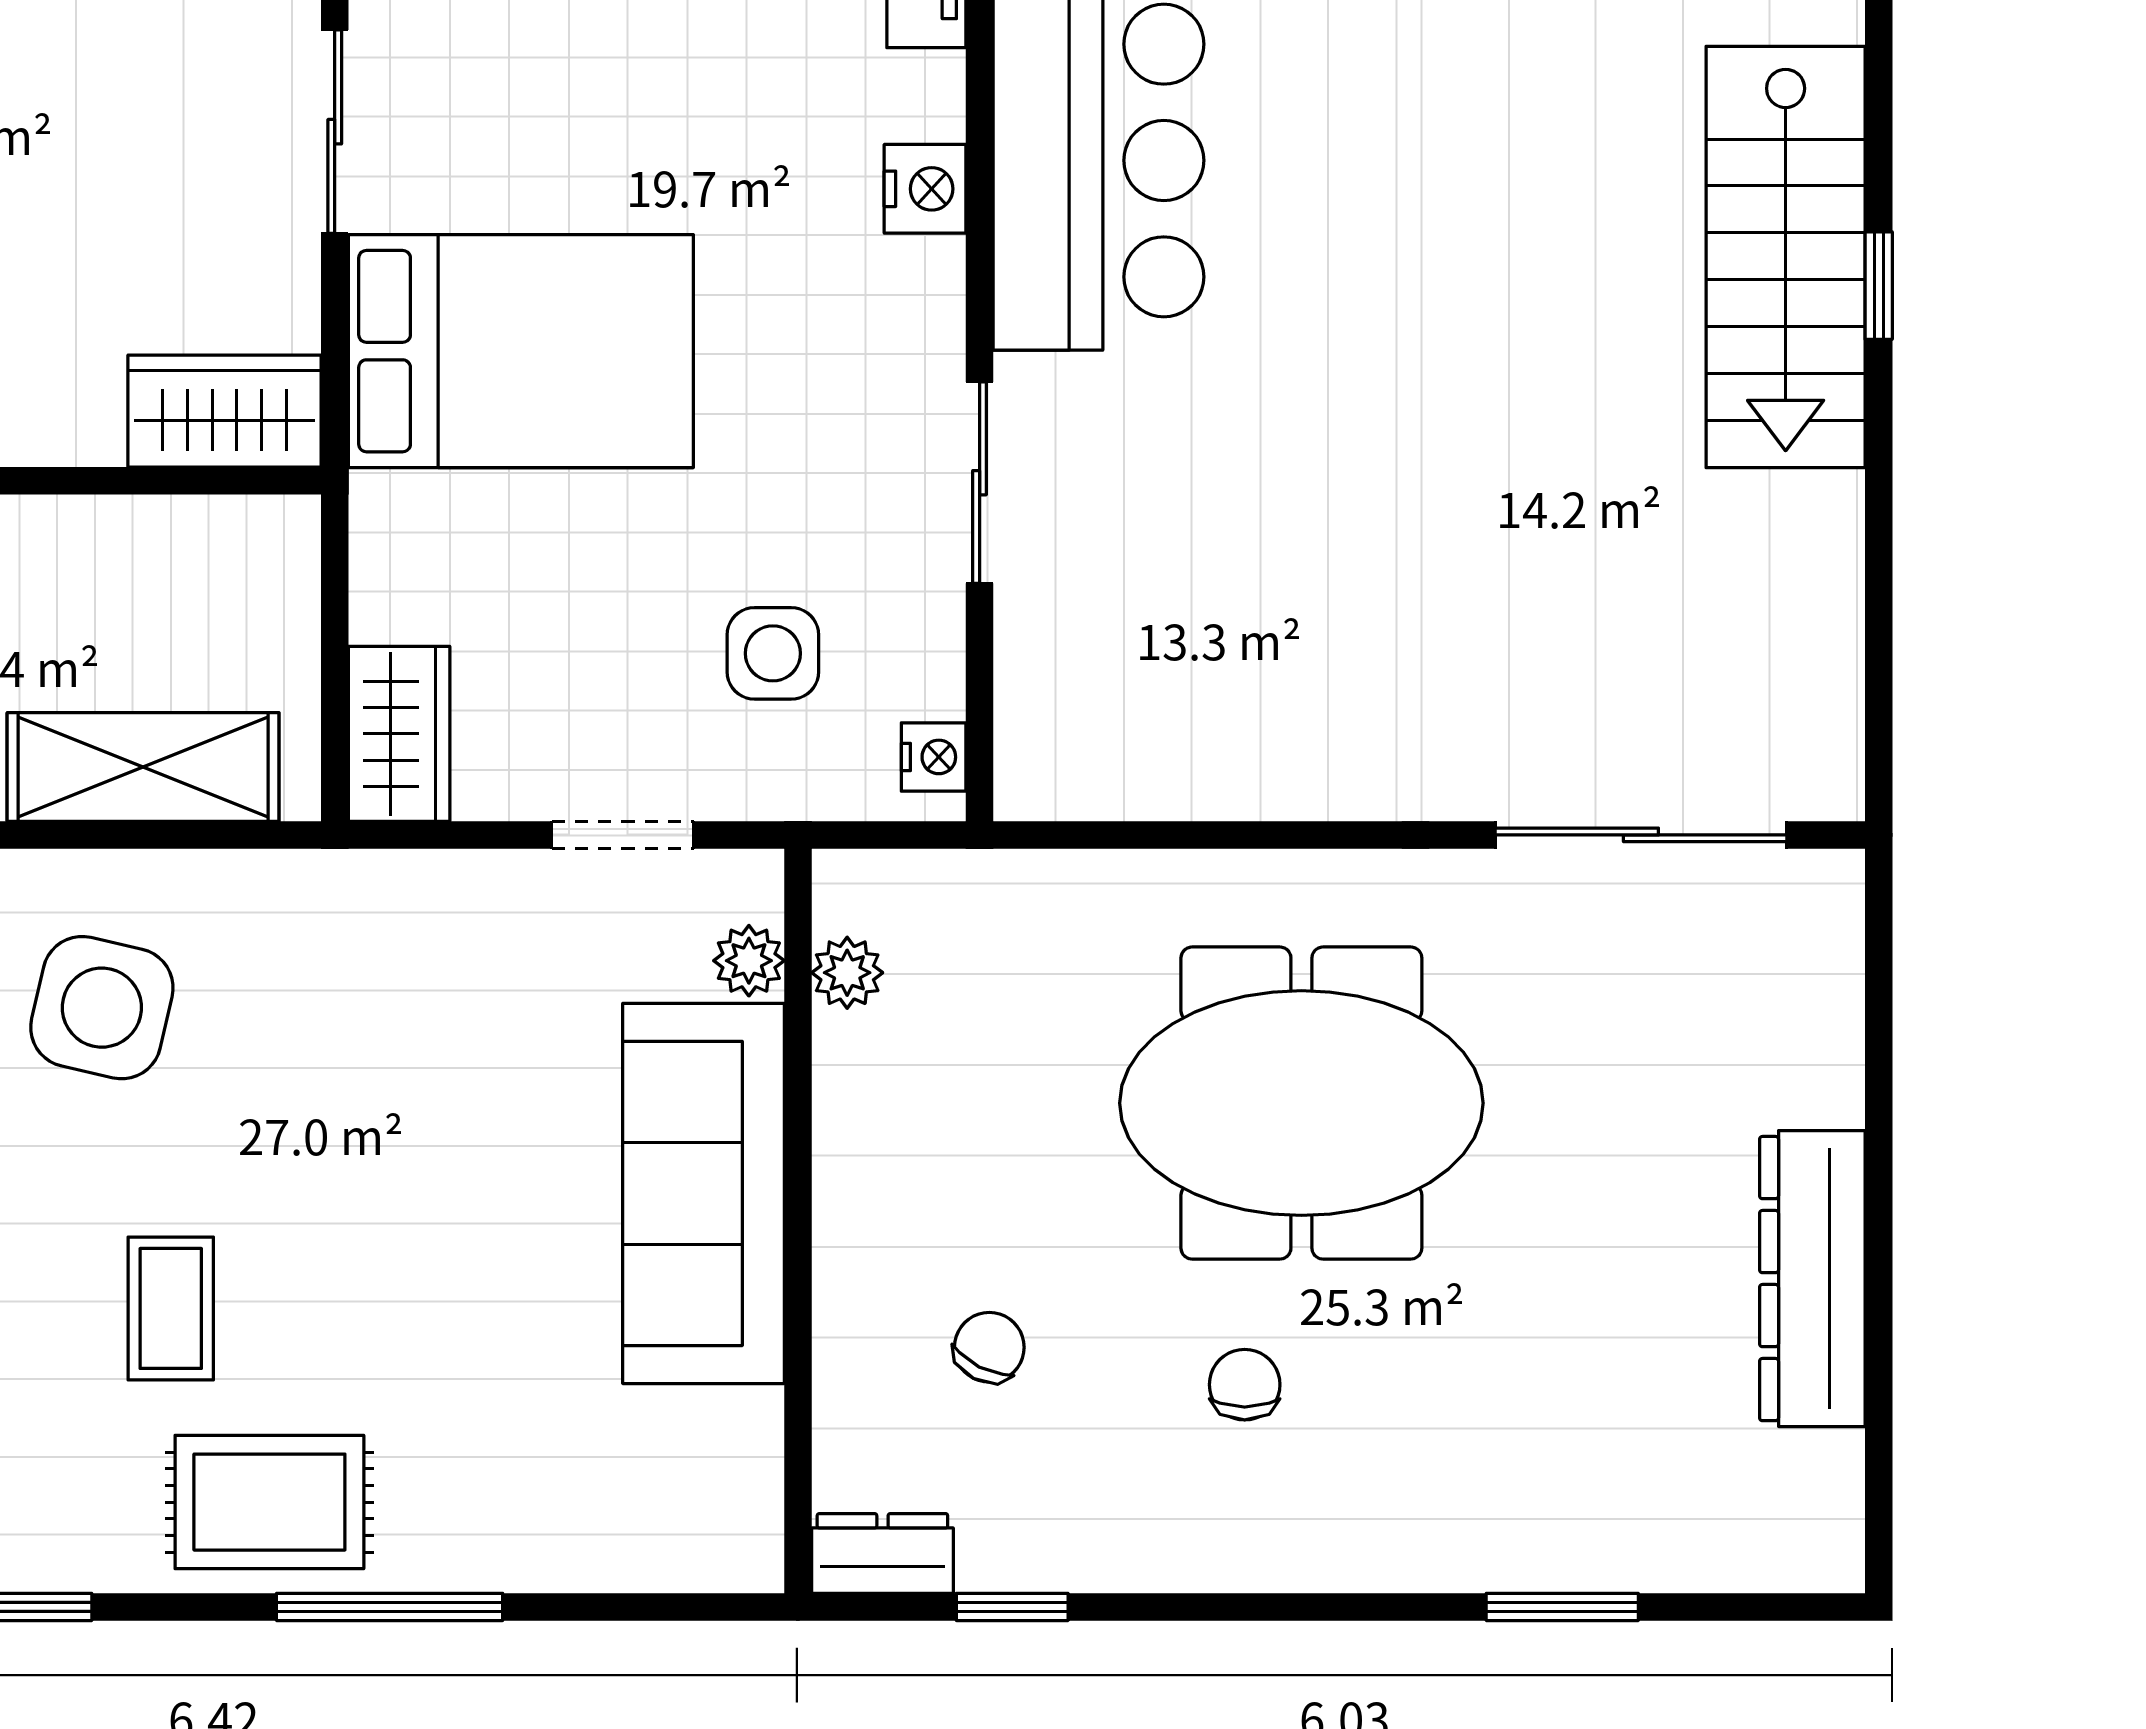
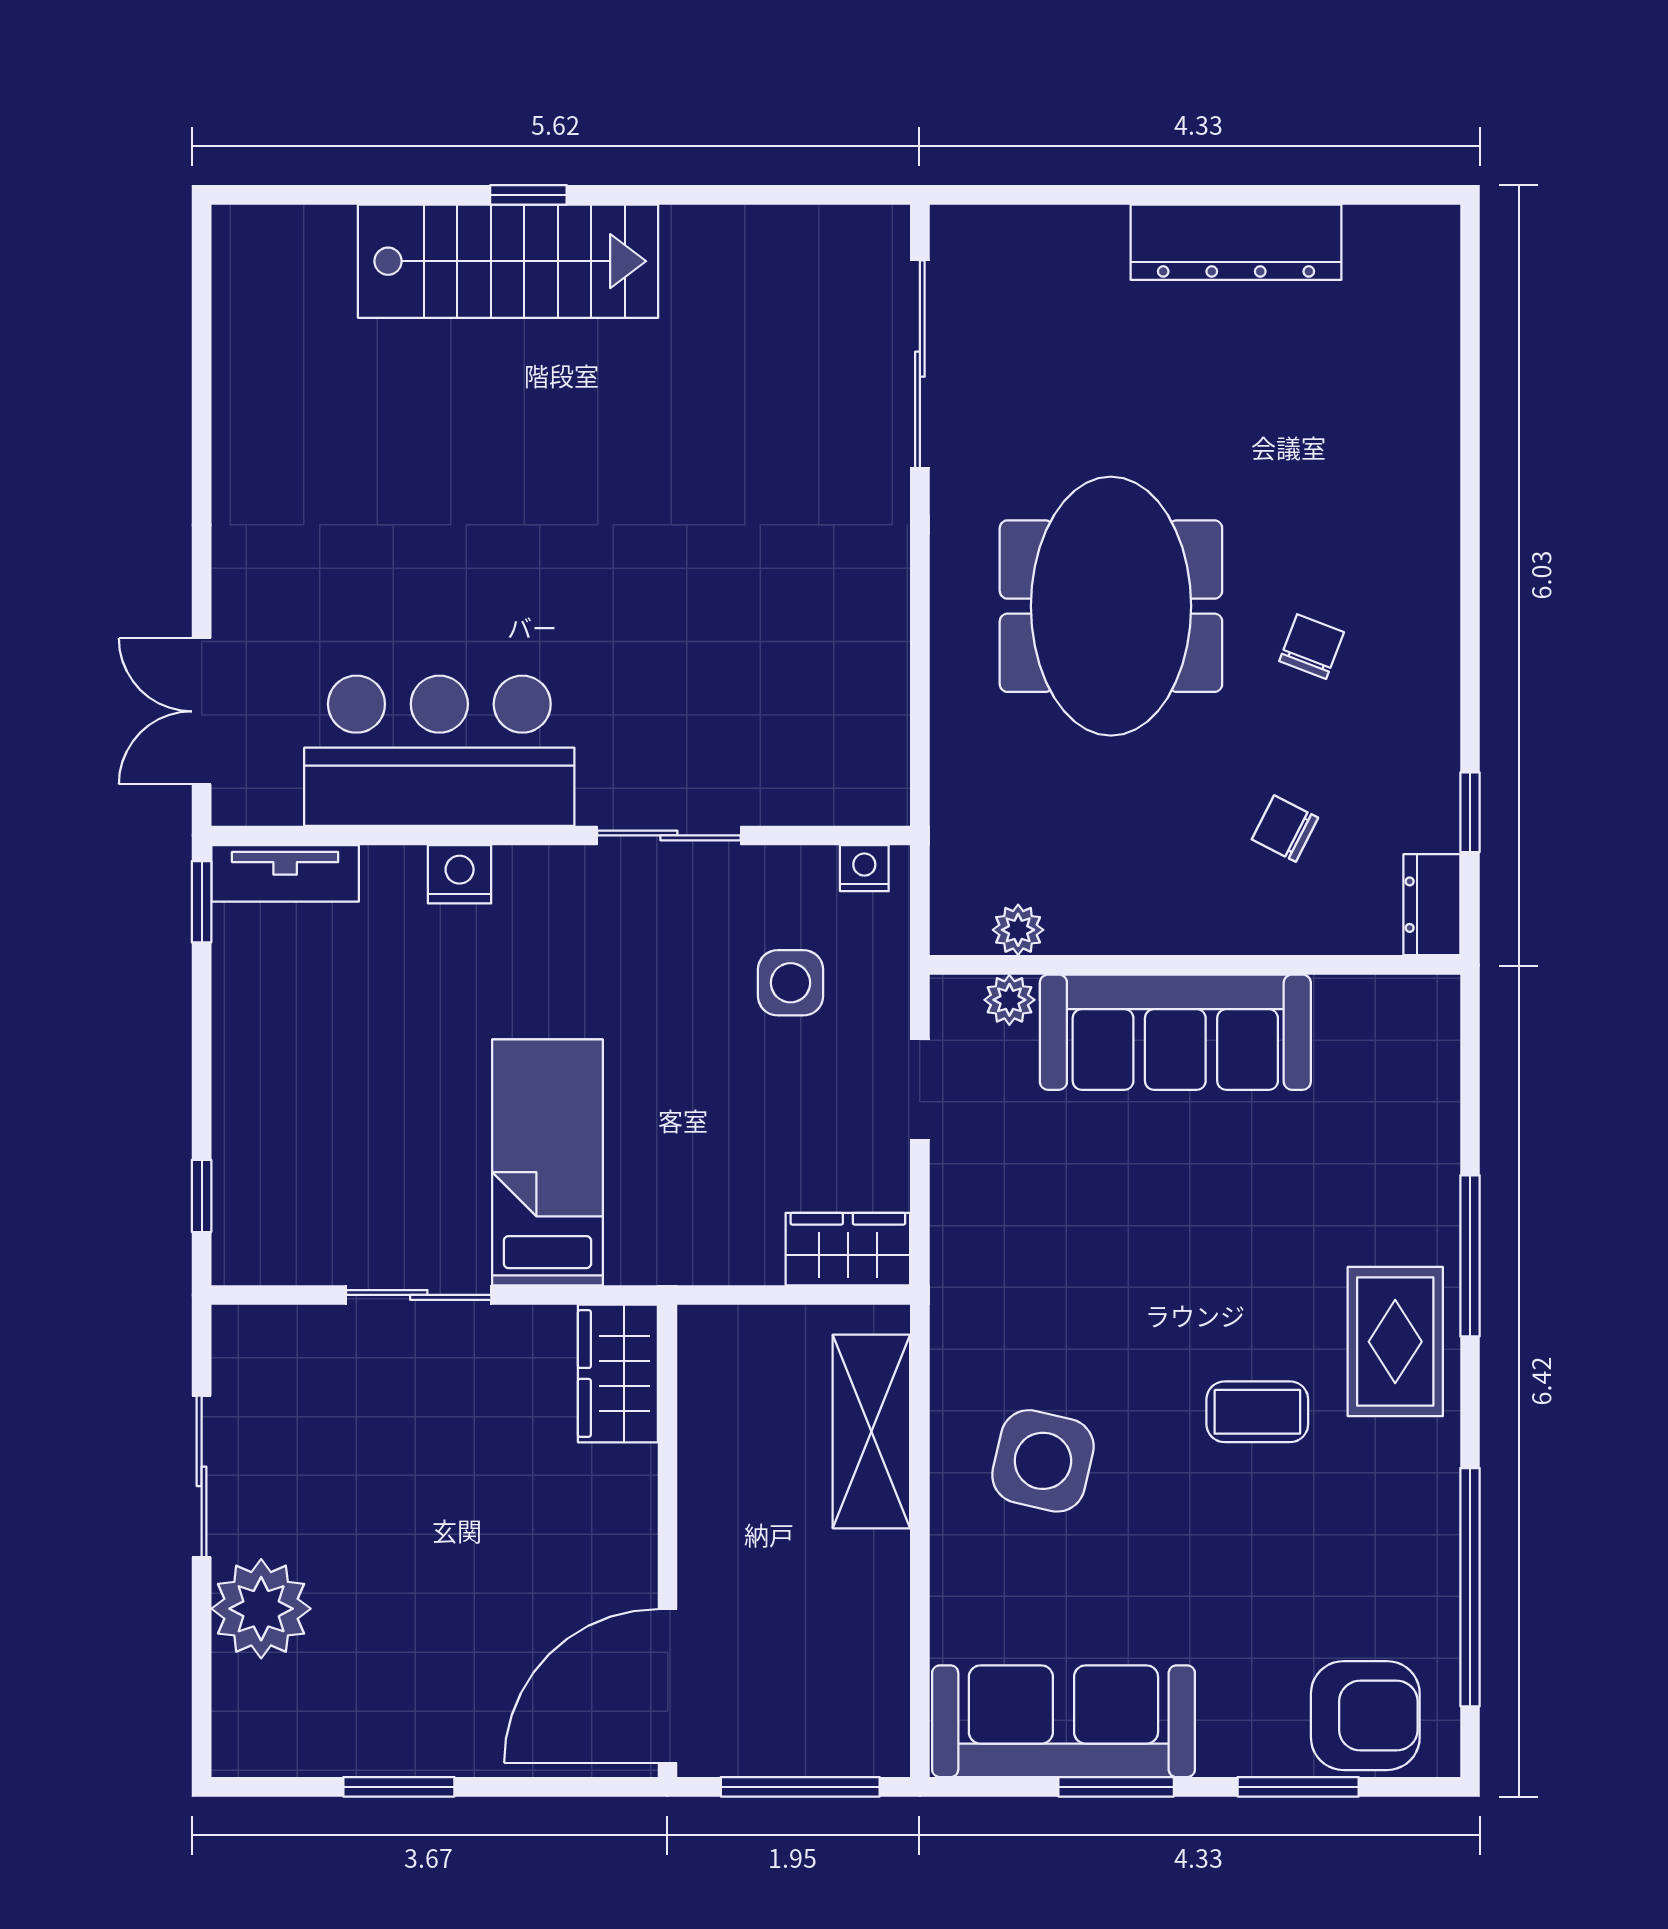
bed: (521, 351) -> (547, 1162), width x0.67
chair: (1245, 1385) -> (1312, 647), turned 111
window: (1562, 1607) -> (1470, 420), removed

